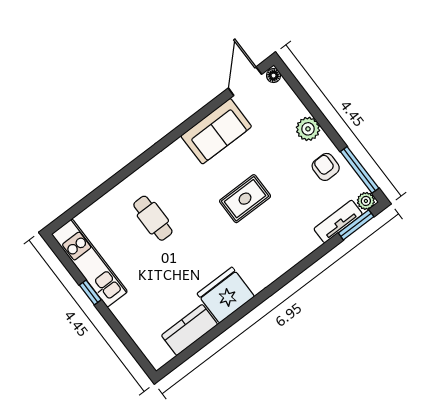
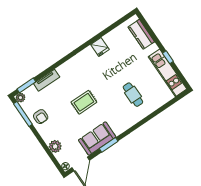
window: (194, 120) -> (109, 145), added
plant: (308, 129) -> (55, 146), moved
tv unit: (338, 222) -> (47, 80), moved
fridge: (226, 295) -> (100, 47), width x0.53, depth x0.75
kitchen counter: (190, 330) -> (141, 34), moved, turned 90

